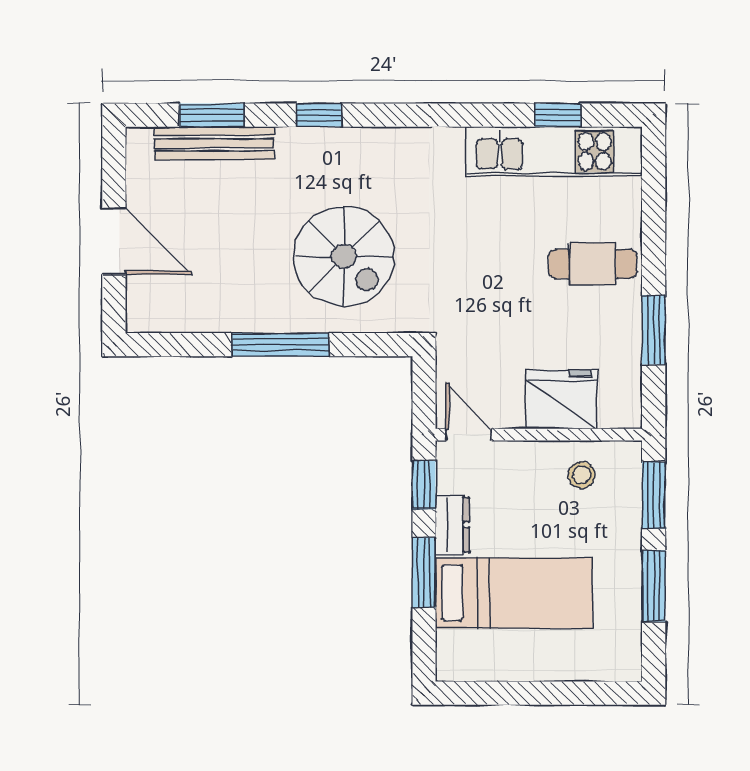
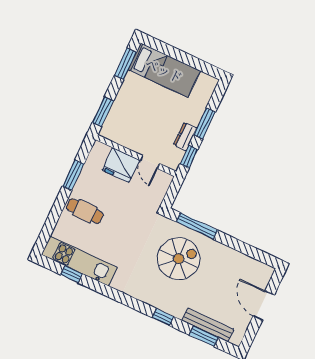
spiral stairs: (344, 256) -> (179, 259), turned 90
window: (280, 345) -> (197, 226), moved
door: (468, 435) -> (150, 162), moved
stool: (582, 475) -> (127, 132), removed
window: (654, 586) -> (125, 64), moved
bed: (514, 593) -> (164, 70), moved, turned 180

